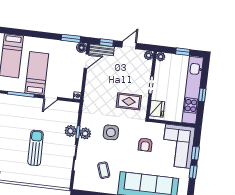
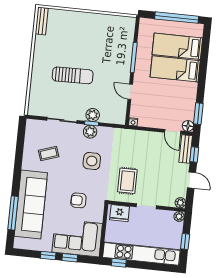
bed: (37, 73) -> (175, 69), moved, turned 180
window: (202, 95) -> (119, 263), moved

